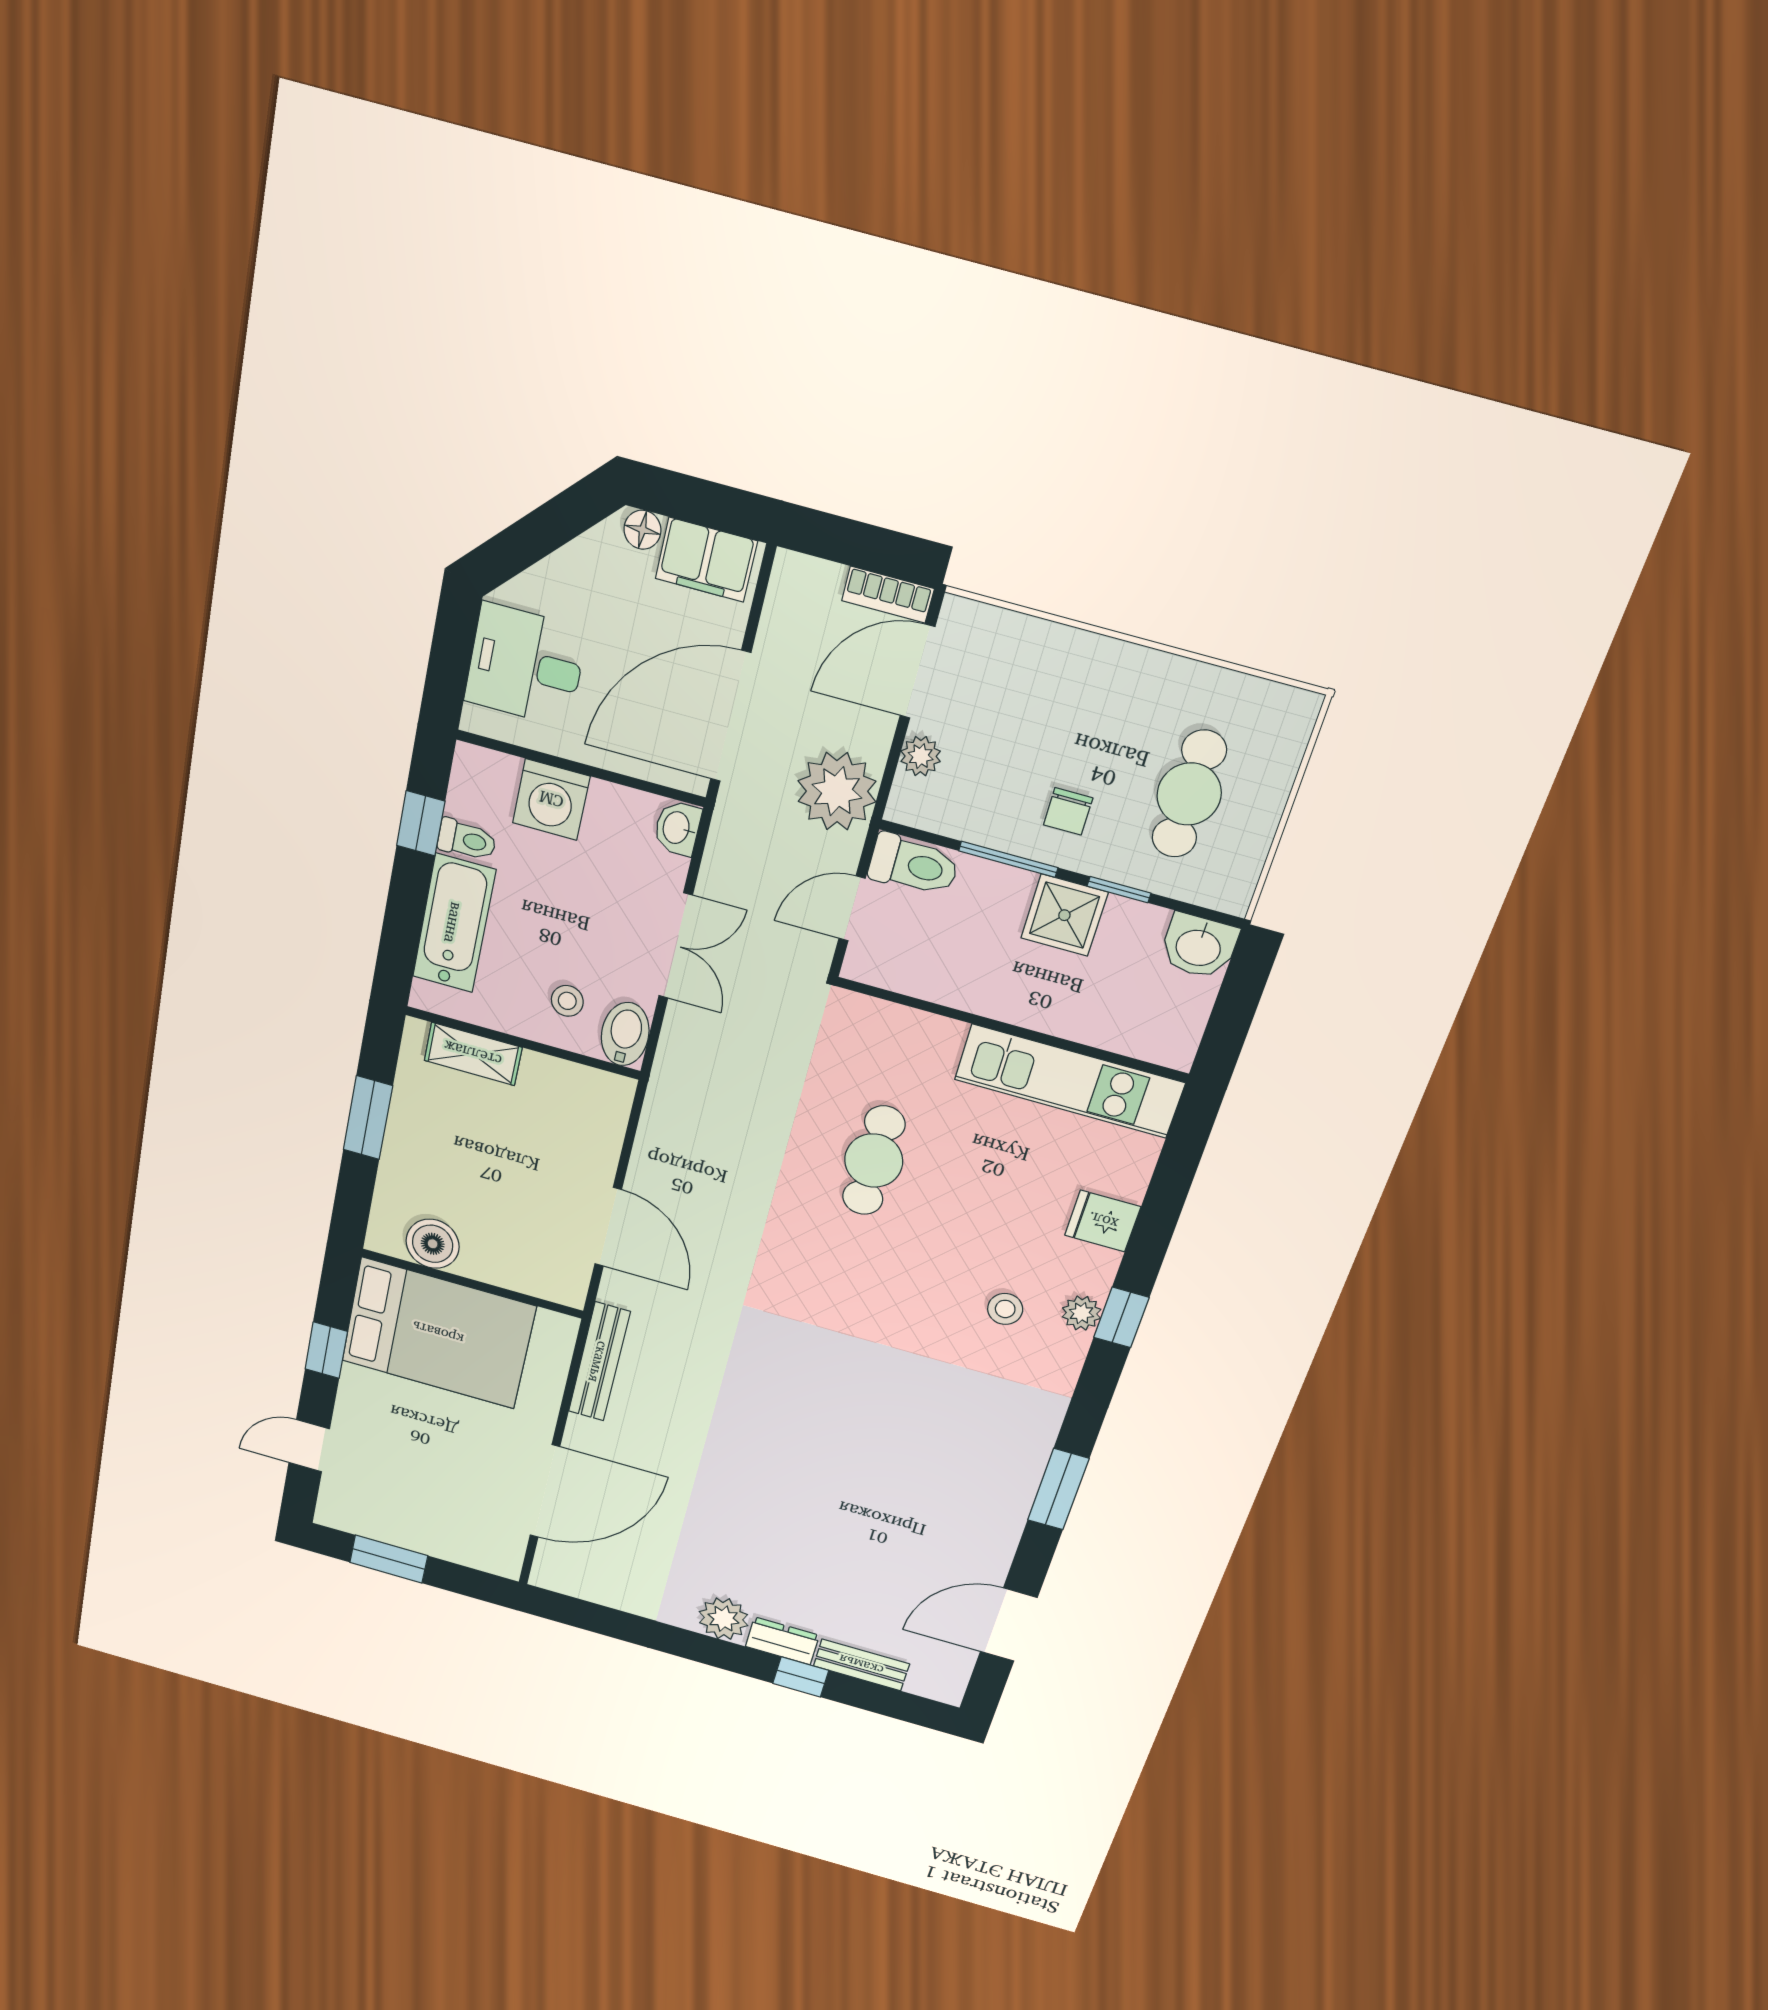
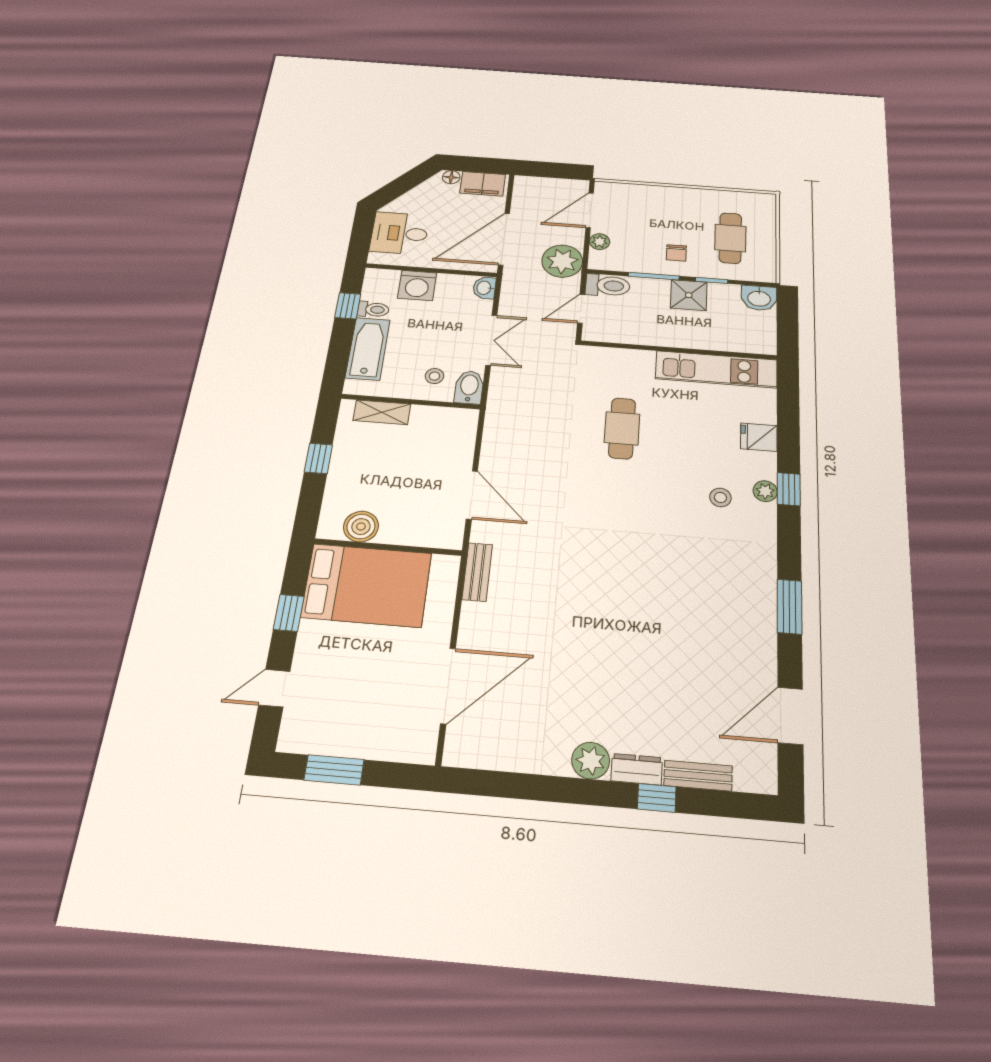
bookcase: (888, 595) -> (569, 185), removed
window: (368, 1118) -> (318, 458), width x0.67
bench: (599, 1362) -> (477, 572), width x0.73

